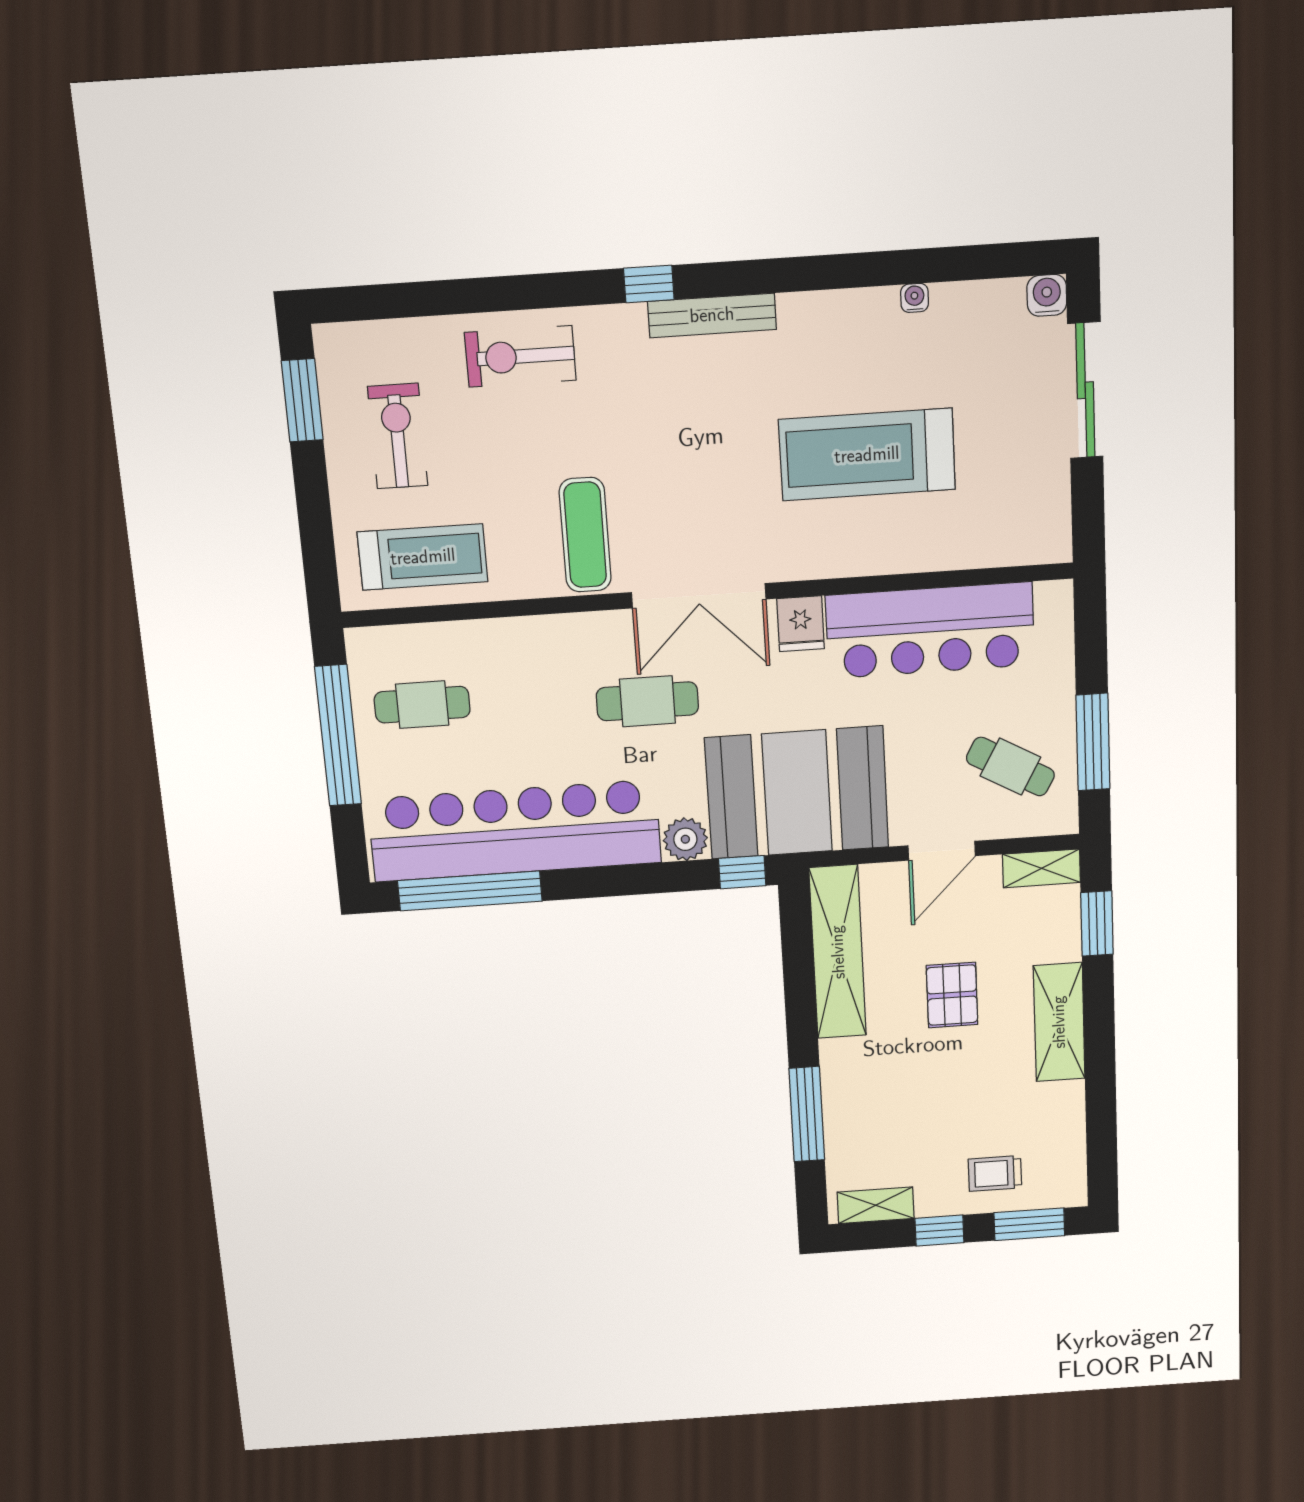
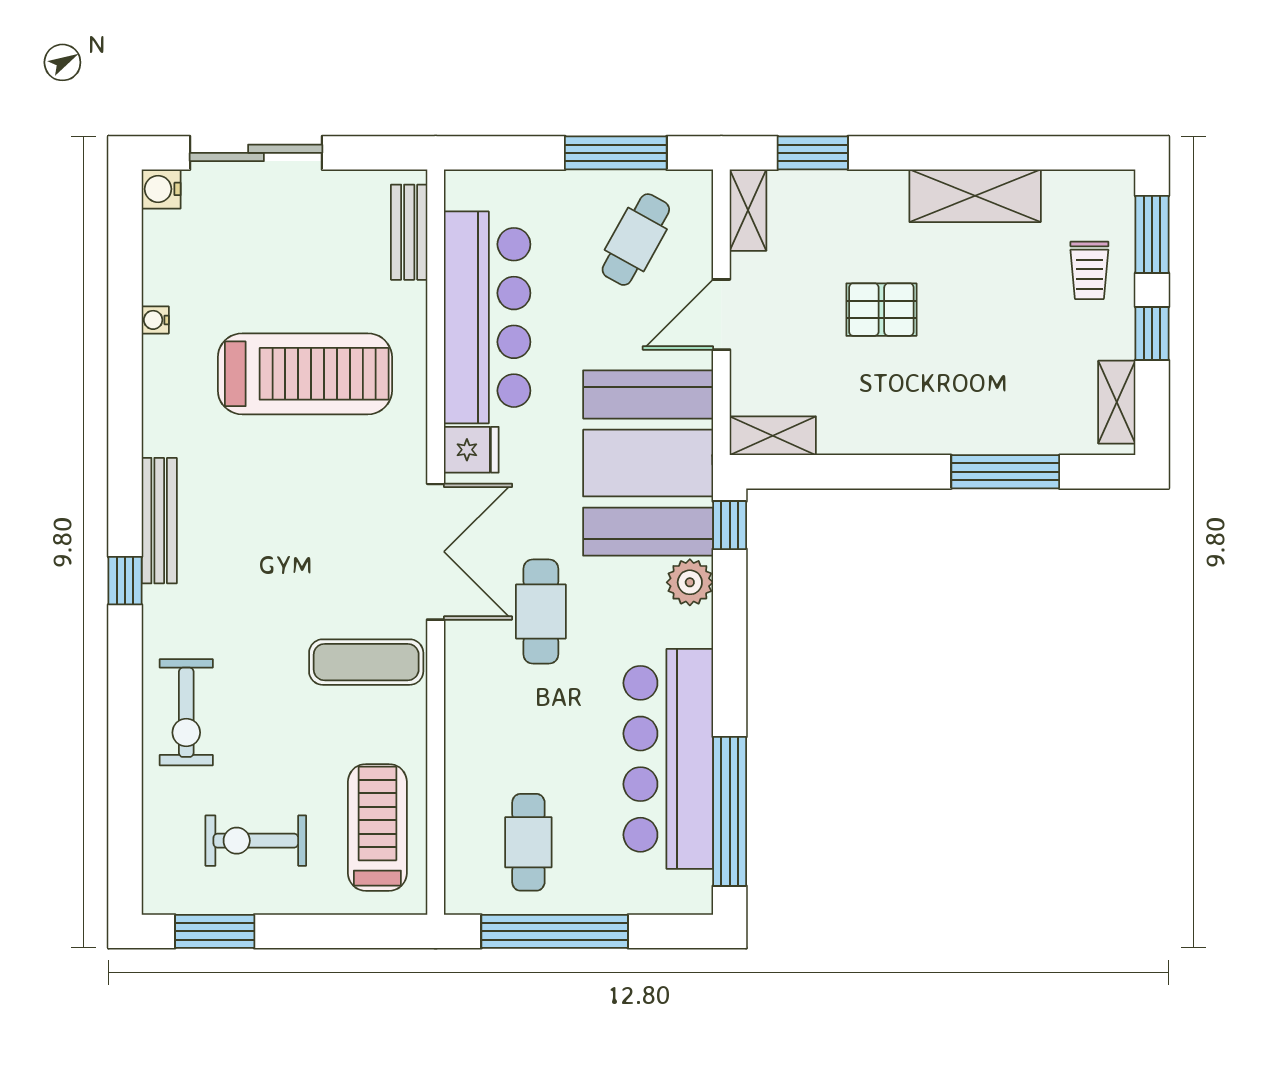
treadmill: (867, 455) -> (305, 374), turned -90
bench: (1011, 549) -> (409, 232), added
bar counter: (515, 831) -> (668, 759), width x0.73
door: (942, 851) -> (721, 315), swing flipped
shelving: (838, 952) -> (773, 436), width x0.45, depth x0.75
shelving: (1059, 1022) -> (975, 196), moved

